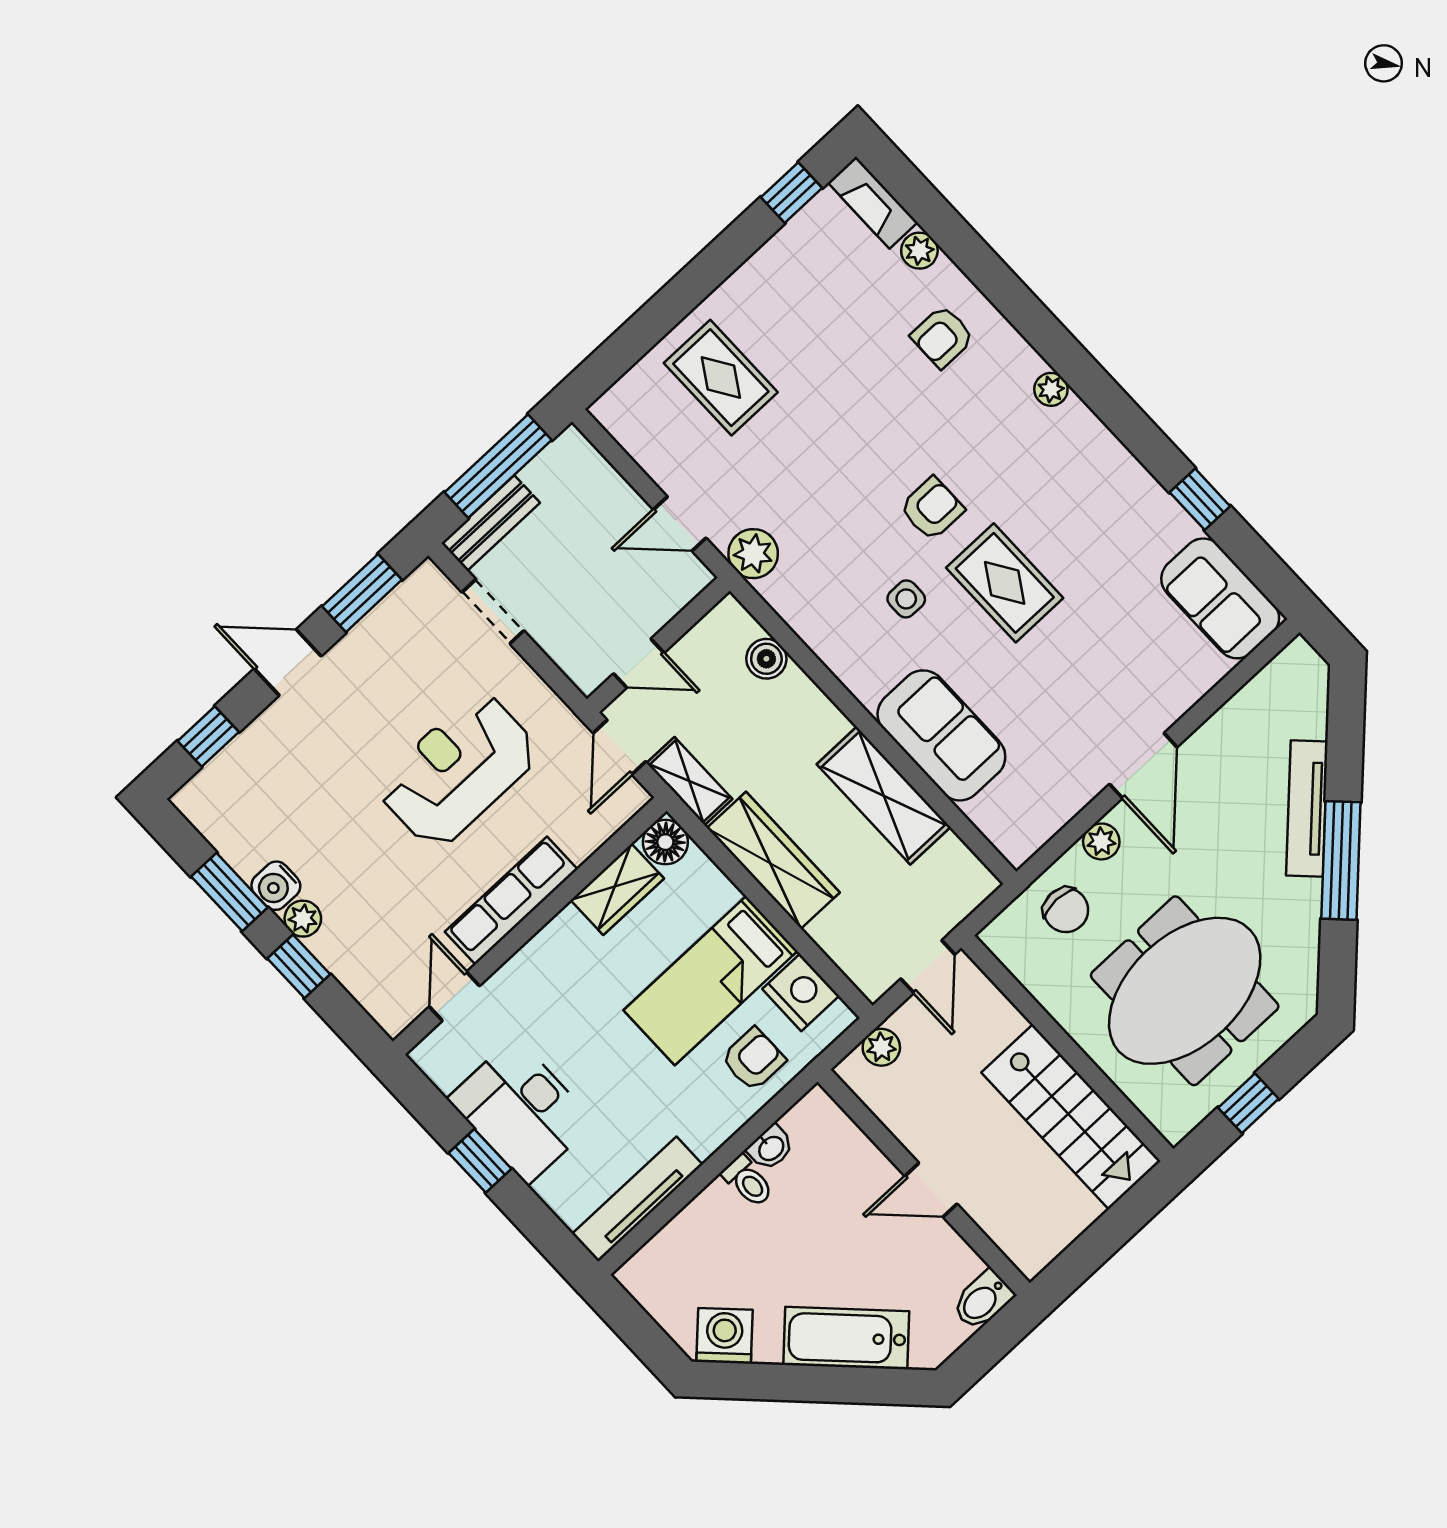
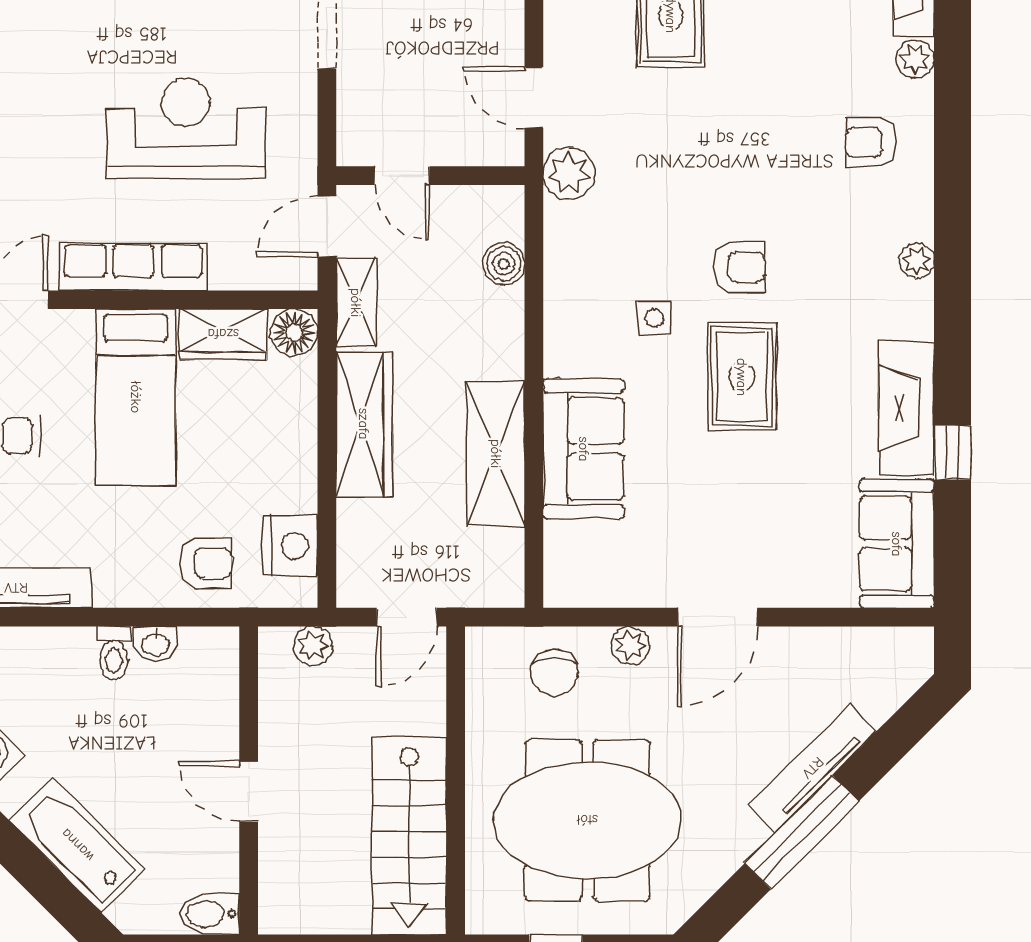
fireplace: (1139, 498) -> (906, 408), added
bed: (711, 981) -> (136, 397), moved, turned -90

